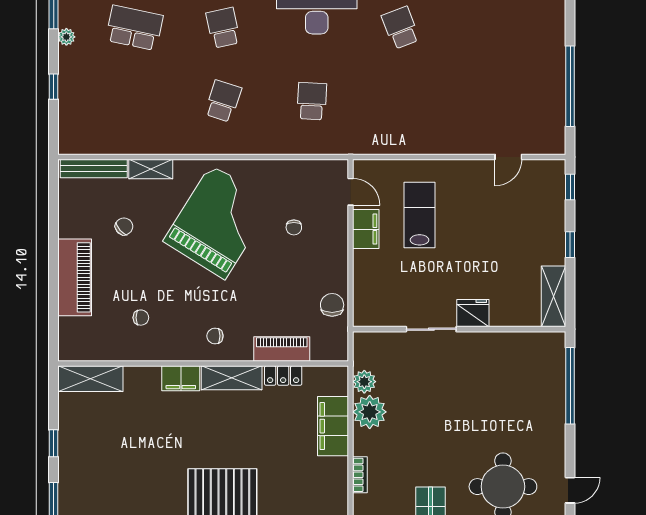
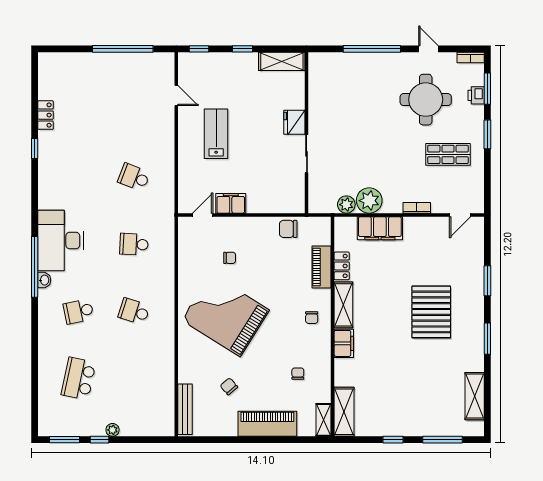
school desk: (401, 28) -> (134, 177), moved, turned 42
plant: (66, 37) -> (113, 430), moved
window: (54, 87) -> (99, 440), moved
shelving: (151, 169) -> (324, 420), moved
lab bench: (420, 215) -> (216, 134), moved, turned 90
window: (570, 386) -> (372, 49), moved

